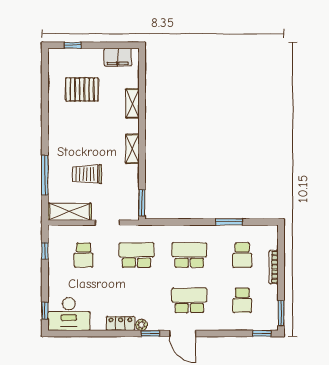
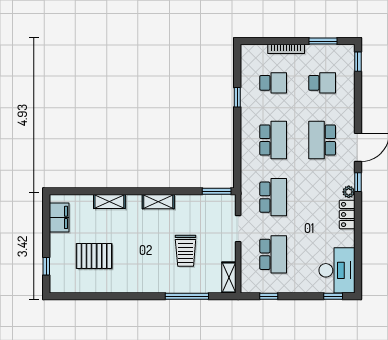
pallet: (82, 89) -> (94, 256), turned 90
shelving: (69, 212) -> (229, 277), width x0.67, depth x0.75
window: (229, 222) -> (237, 97), width x0.67
school desk: (84, 255) -> (273, 254), width x1.85
school desk: (136, 255) -> (273, 197), turned 180
school desk: (189, 255) -> (273, 140), turned 180
window: (281, 313) -> (323, 41), moved

